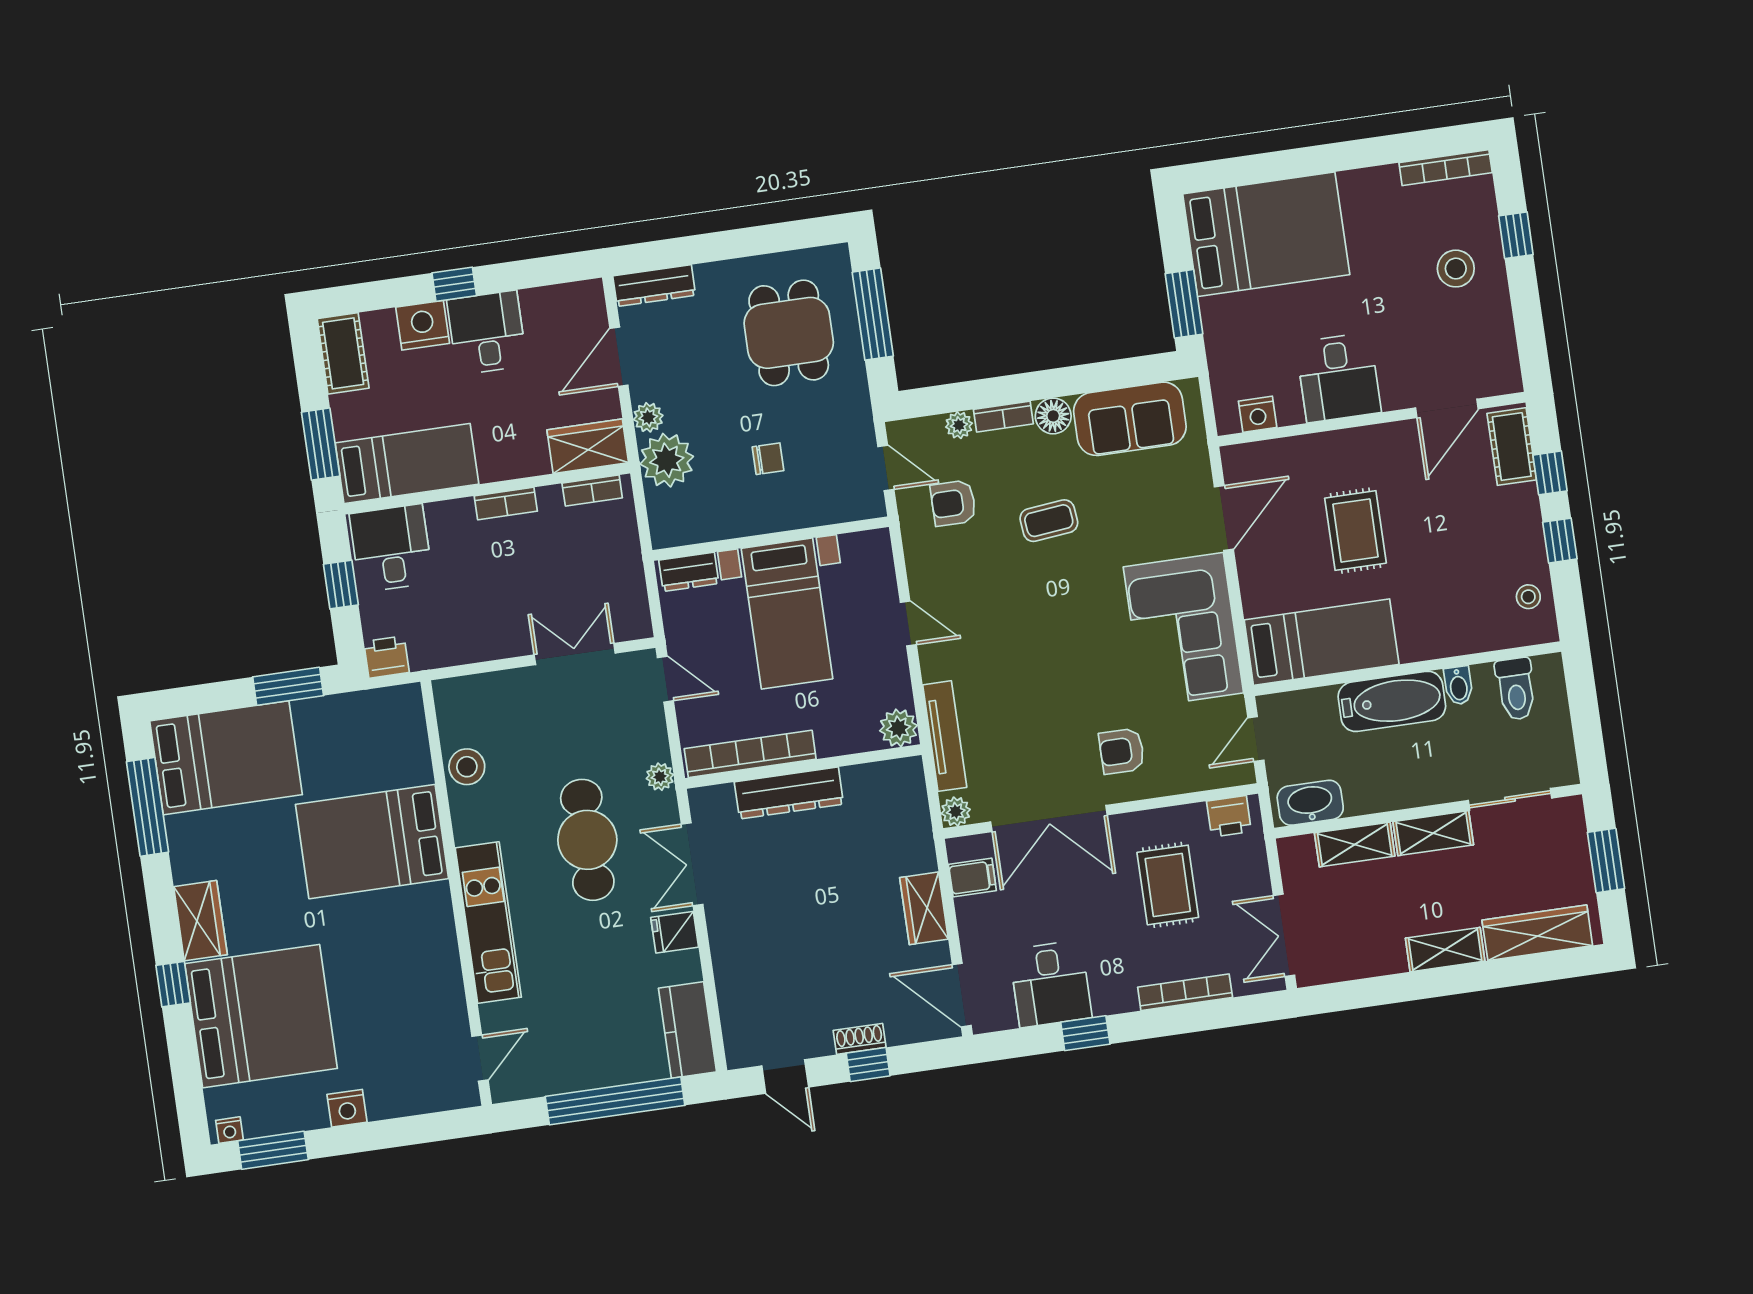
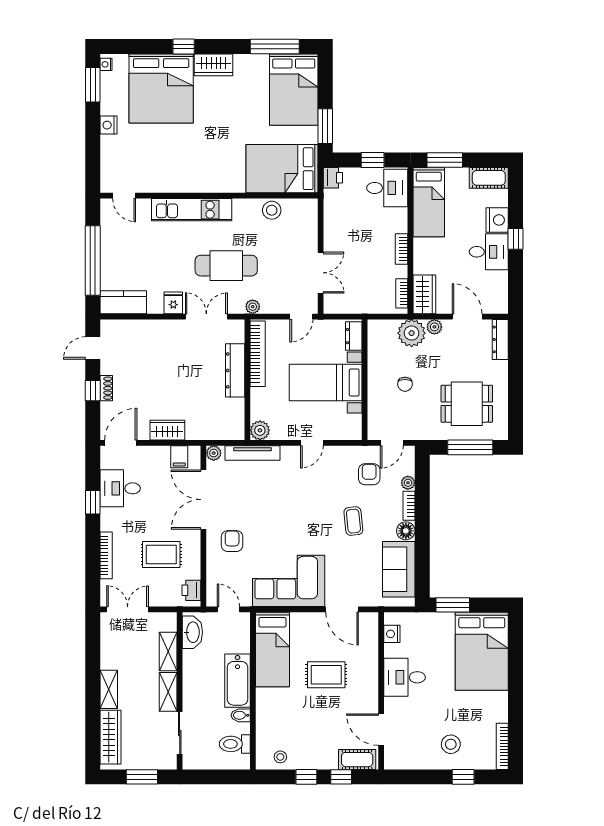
bed: (372, 842) -> (282, 169), moved, turned -90

